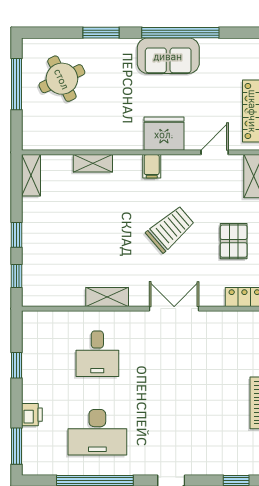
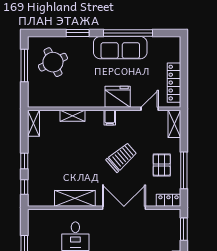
sofa: (168, 56) -> (120, 48), width x1.36
shelving: (107, 297) -> (75, 198), width x1.50, depth x1.33
double door: (174, 309) -> (124, 208), width x1.37

